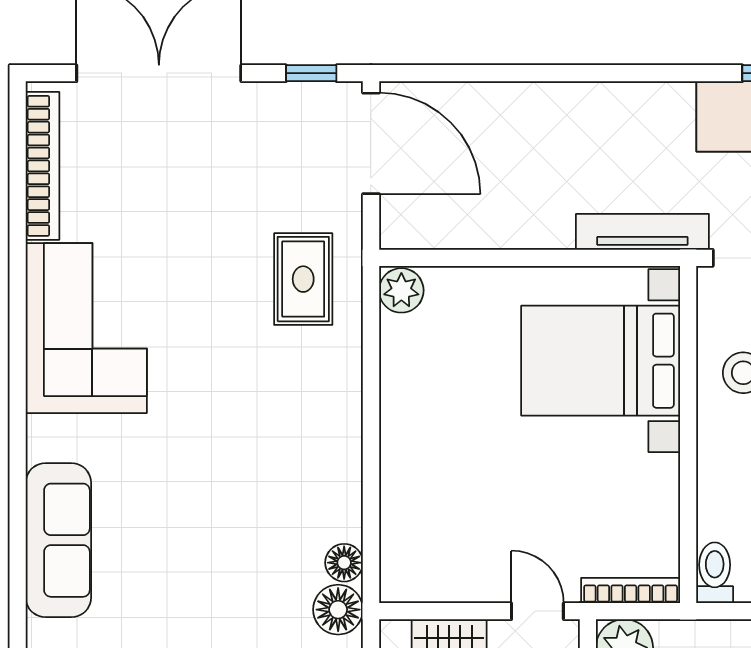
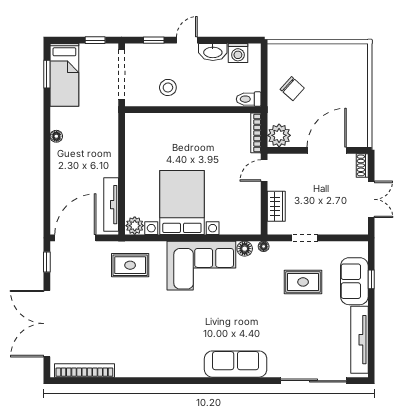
floor lamp: (623, 96) -> (56, 136), added
tv unit: (642, 232) -> (111, 205), moved
corner sofa: (86, 328) -> (201, 266), moved, turned 180
bed with nightstands: (601, 361) -> (182, 202), moved, turned 180
floor lamp: (338, 610) -> (264, 246), width x0.53, depth x0.53

